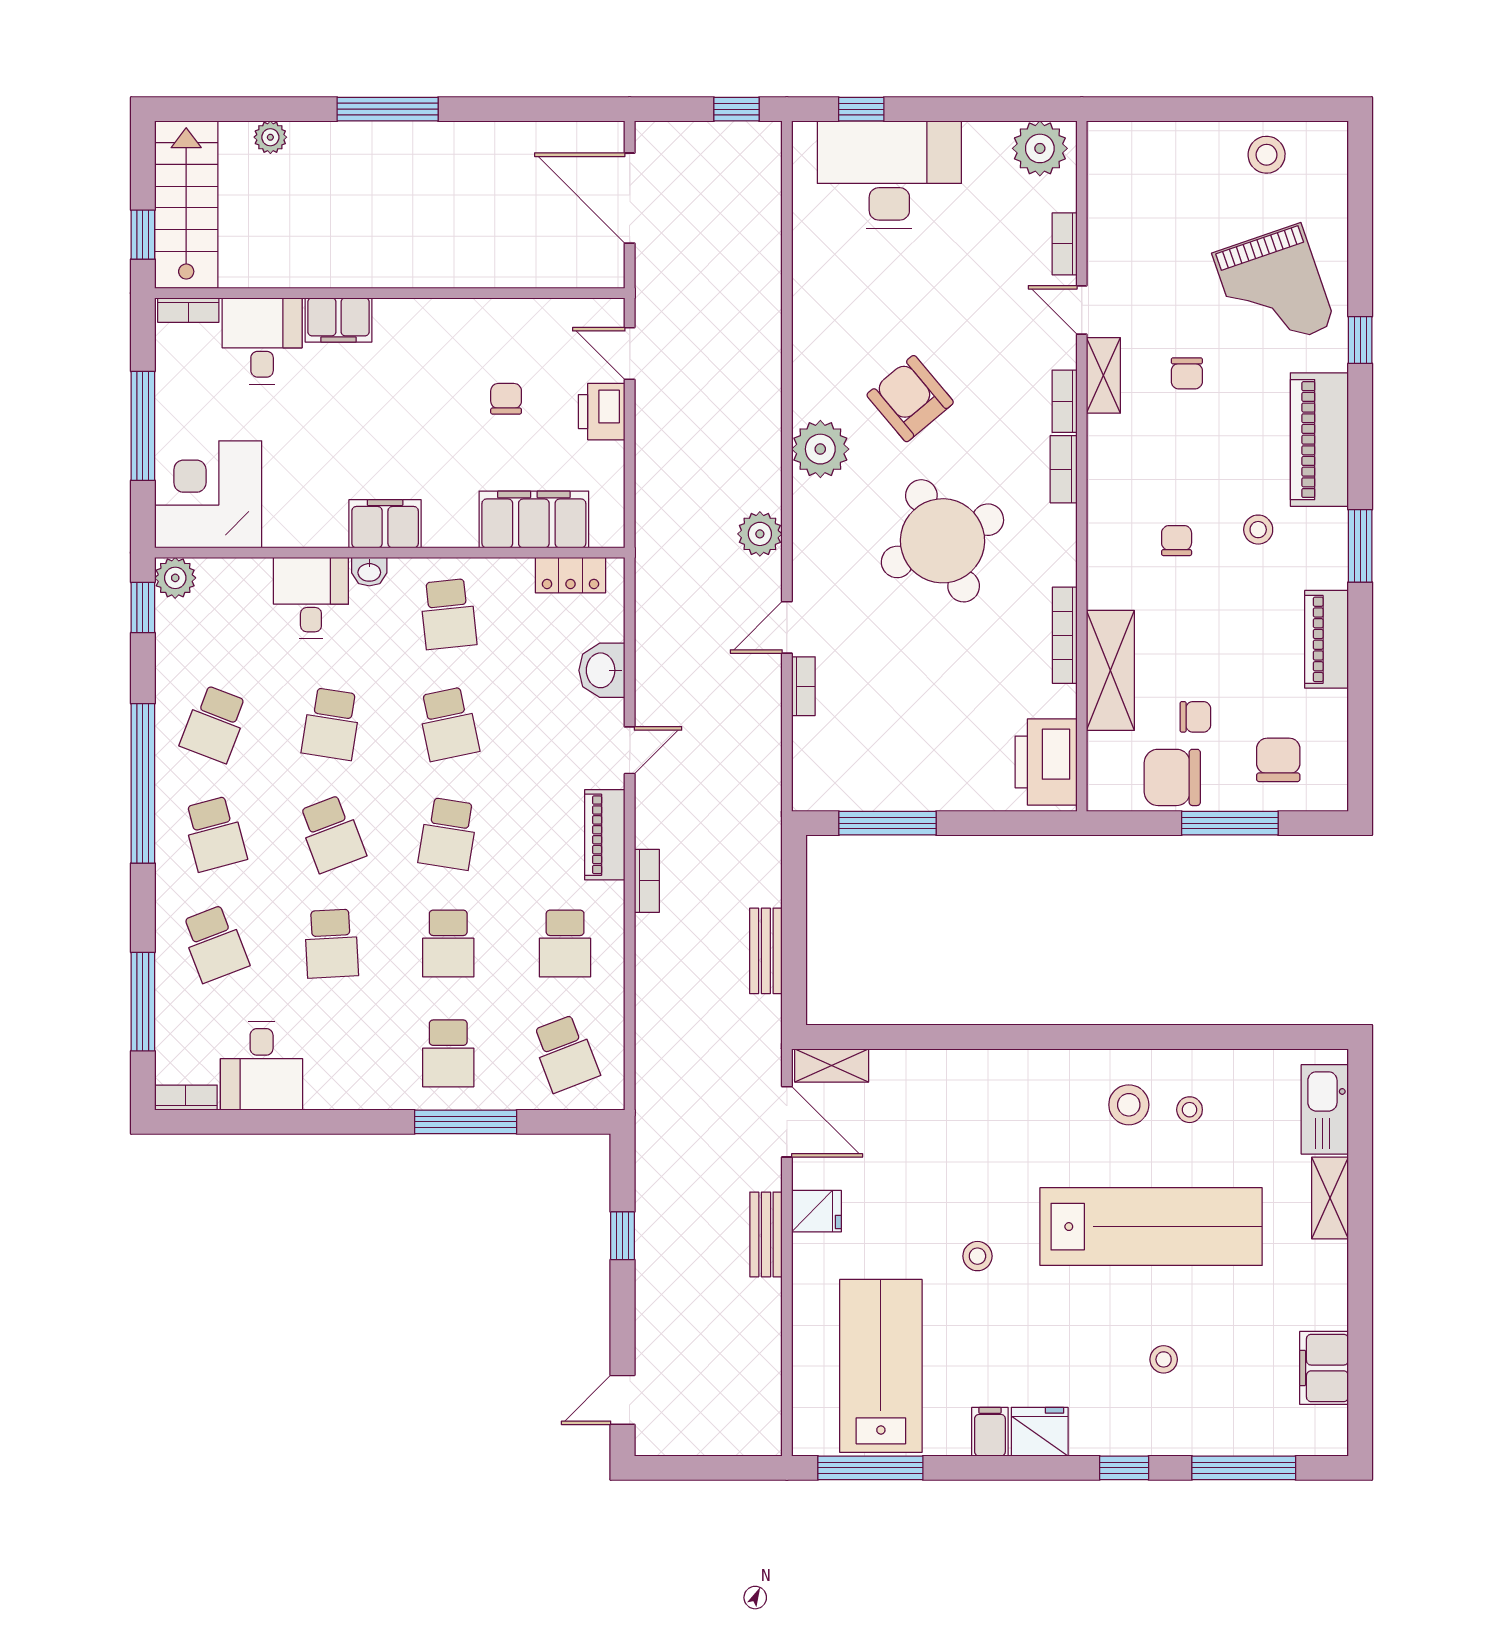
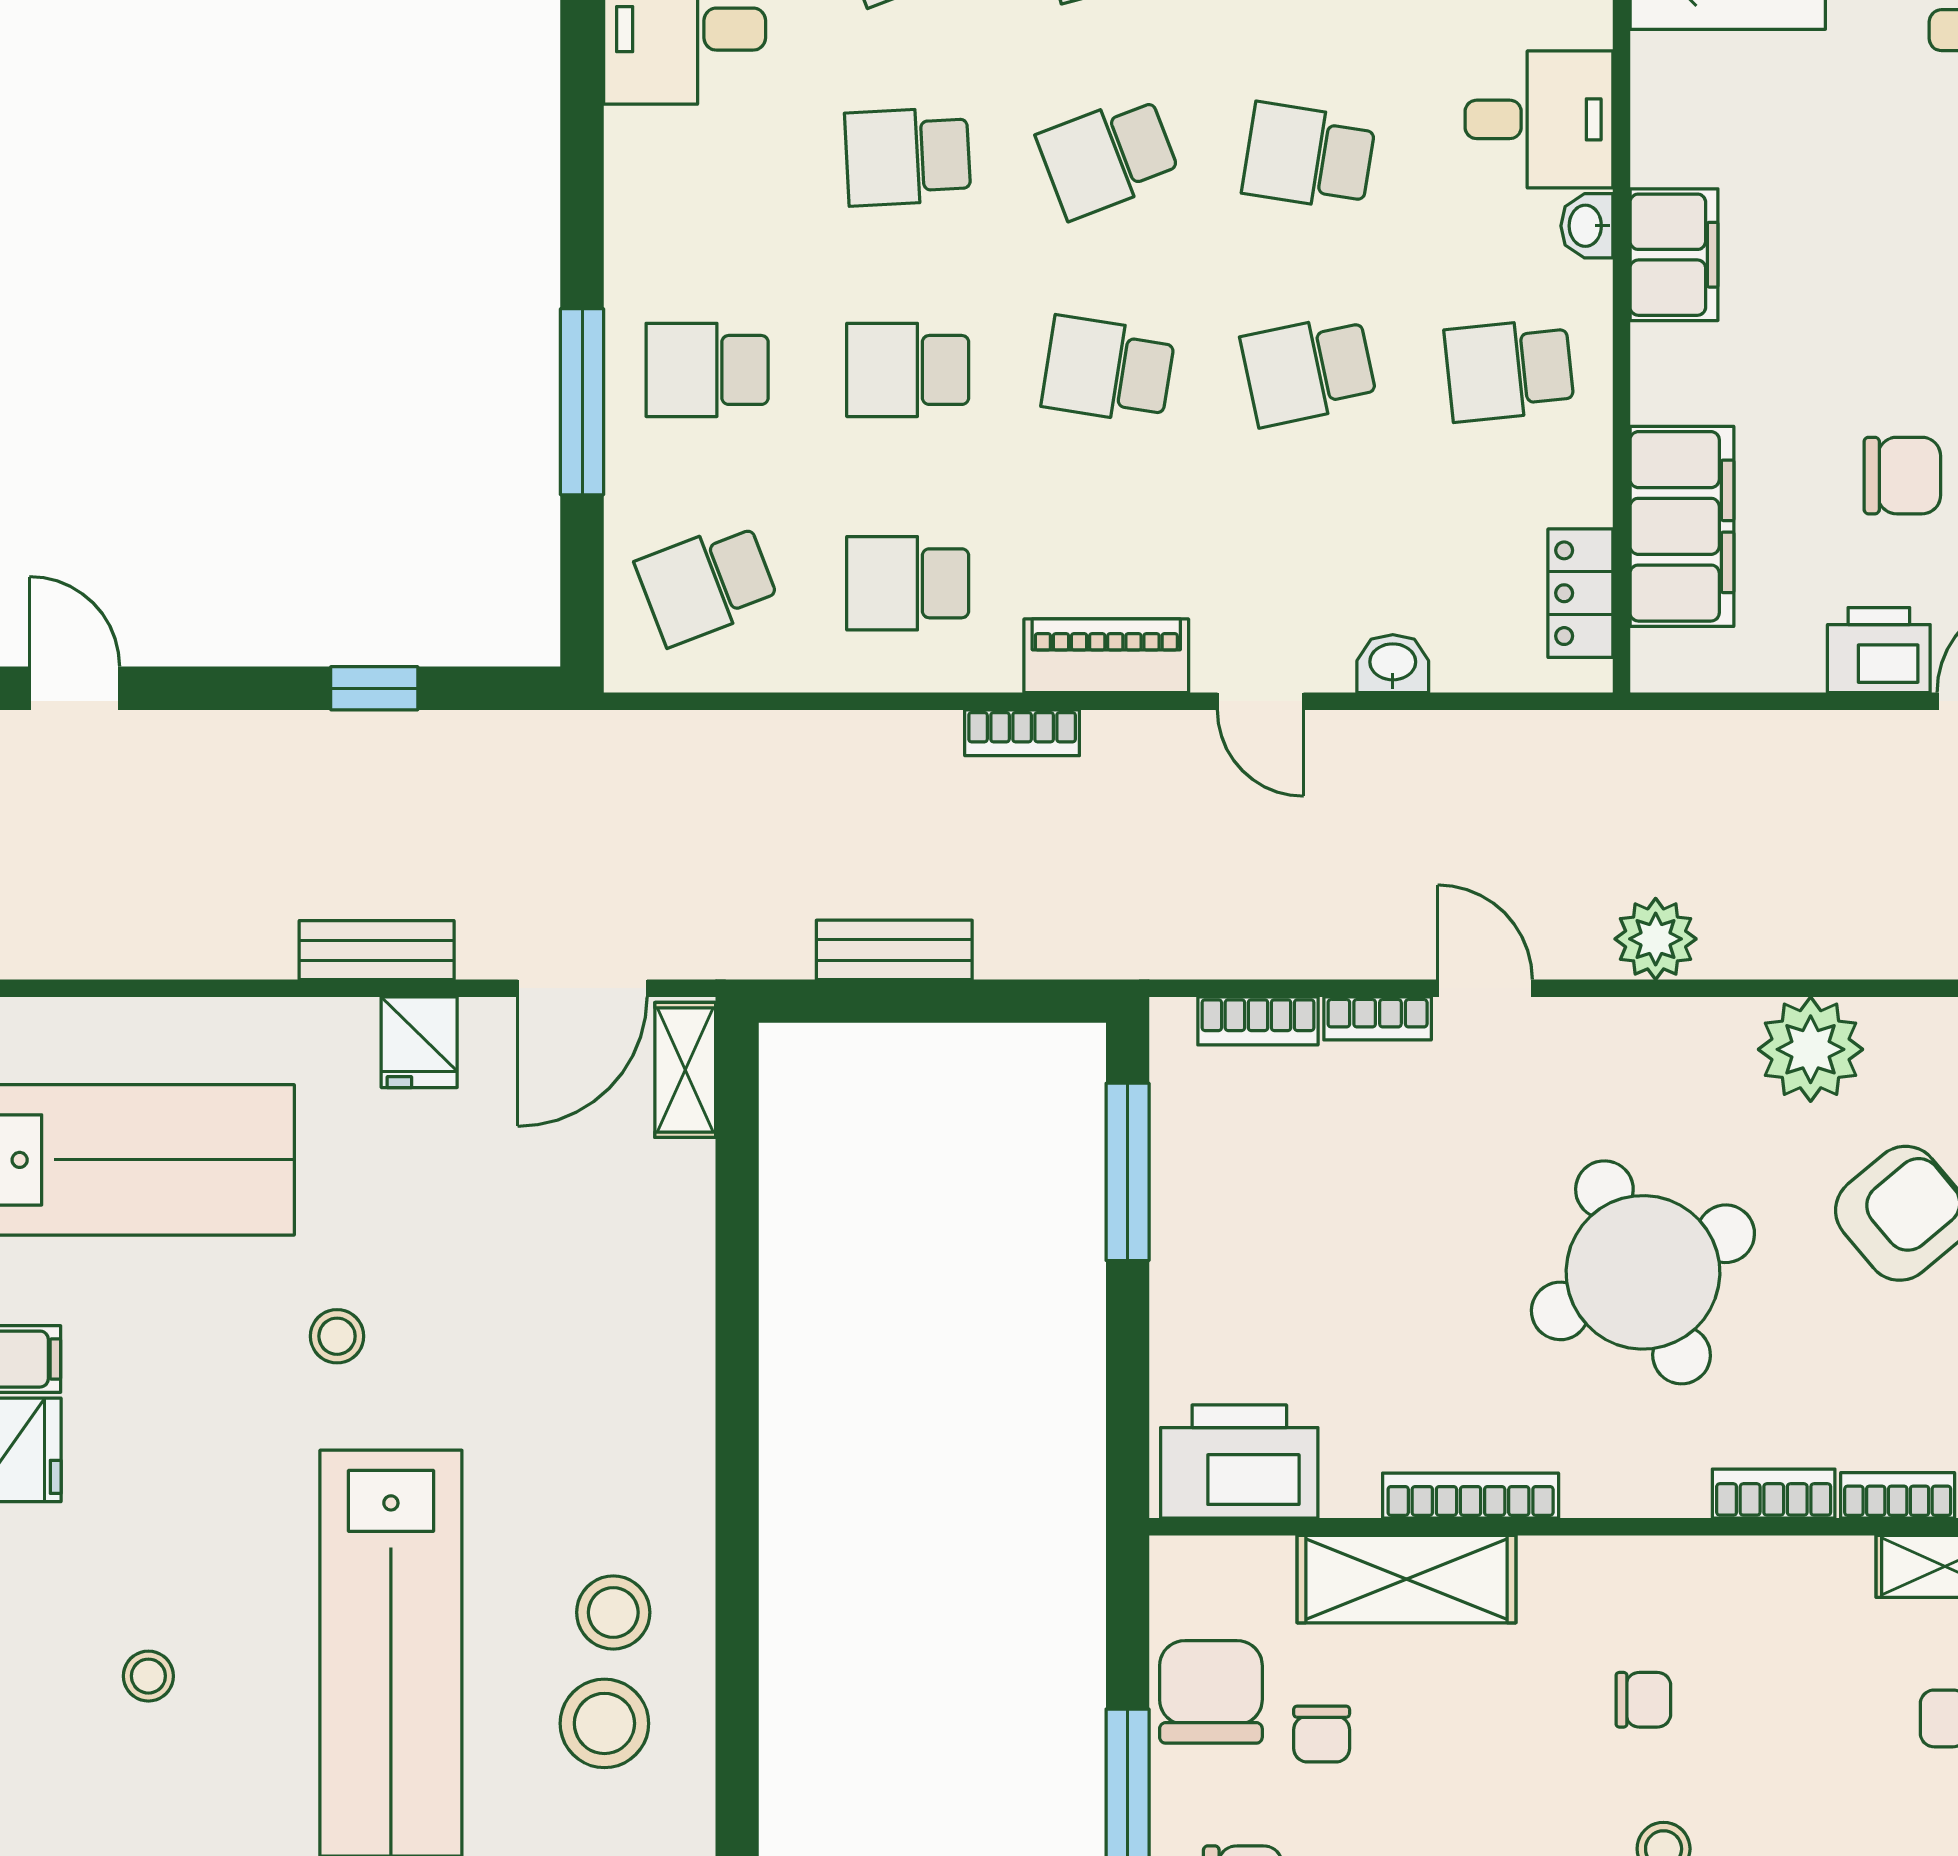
chair: (506, 399) -> (1902, 476), width x1.37, depth x1.37
washbasin: (602, 670) -> (1393, 664), width x0.72, depth x0.69
bookcase: (805, 752) -> (1258, 1021), added
stool: (1190, 1110) -> (604, 1723), width x1.89, depth x1.89

